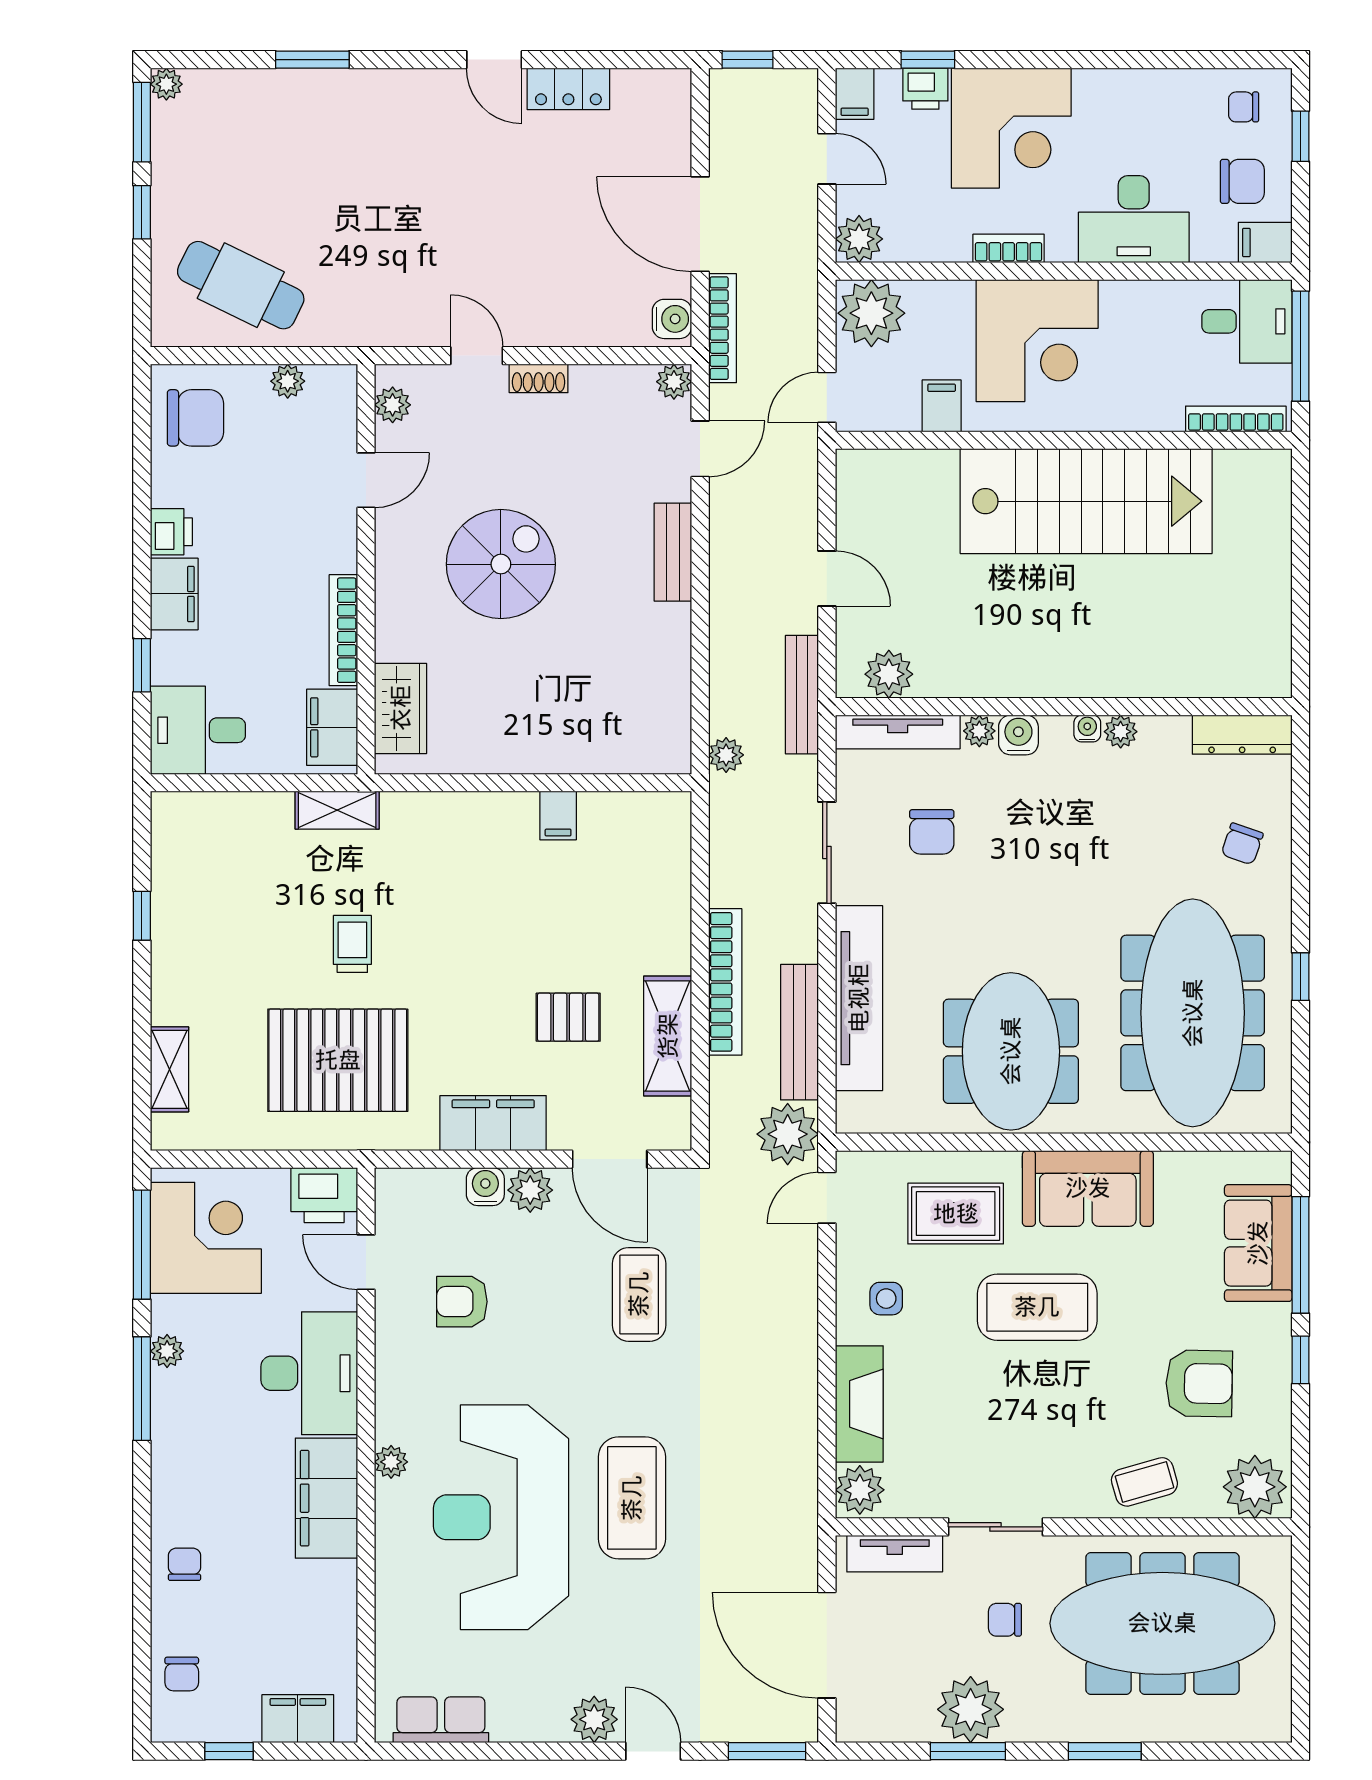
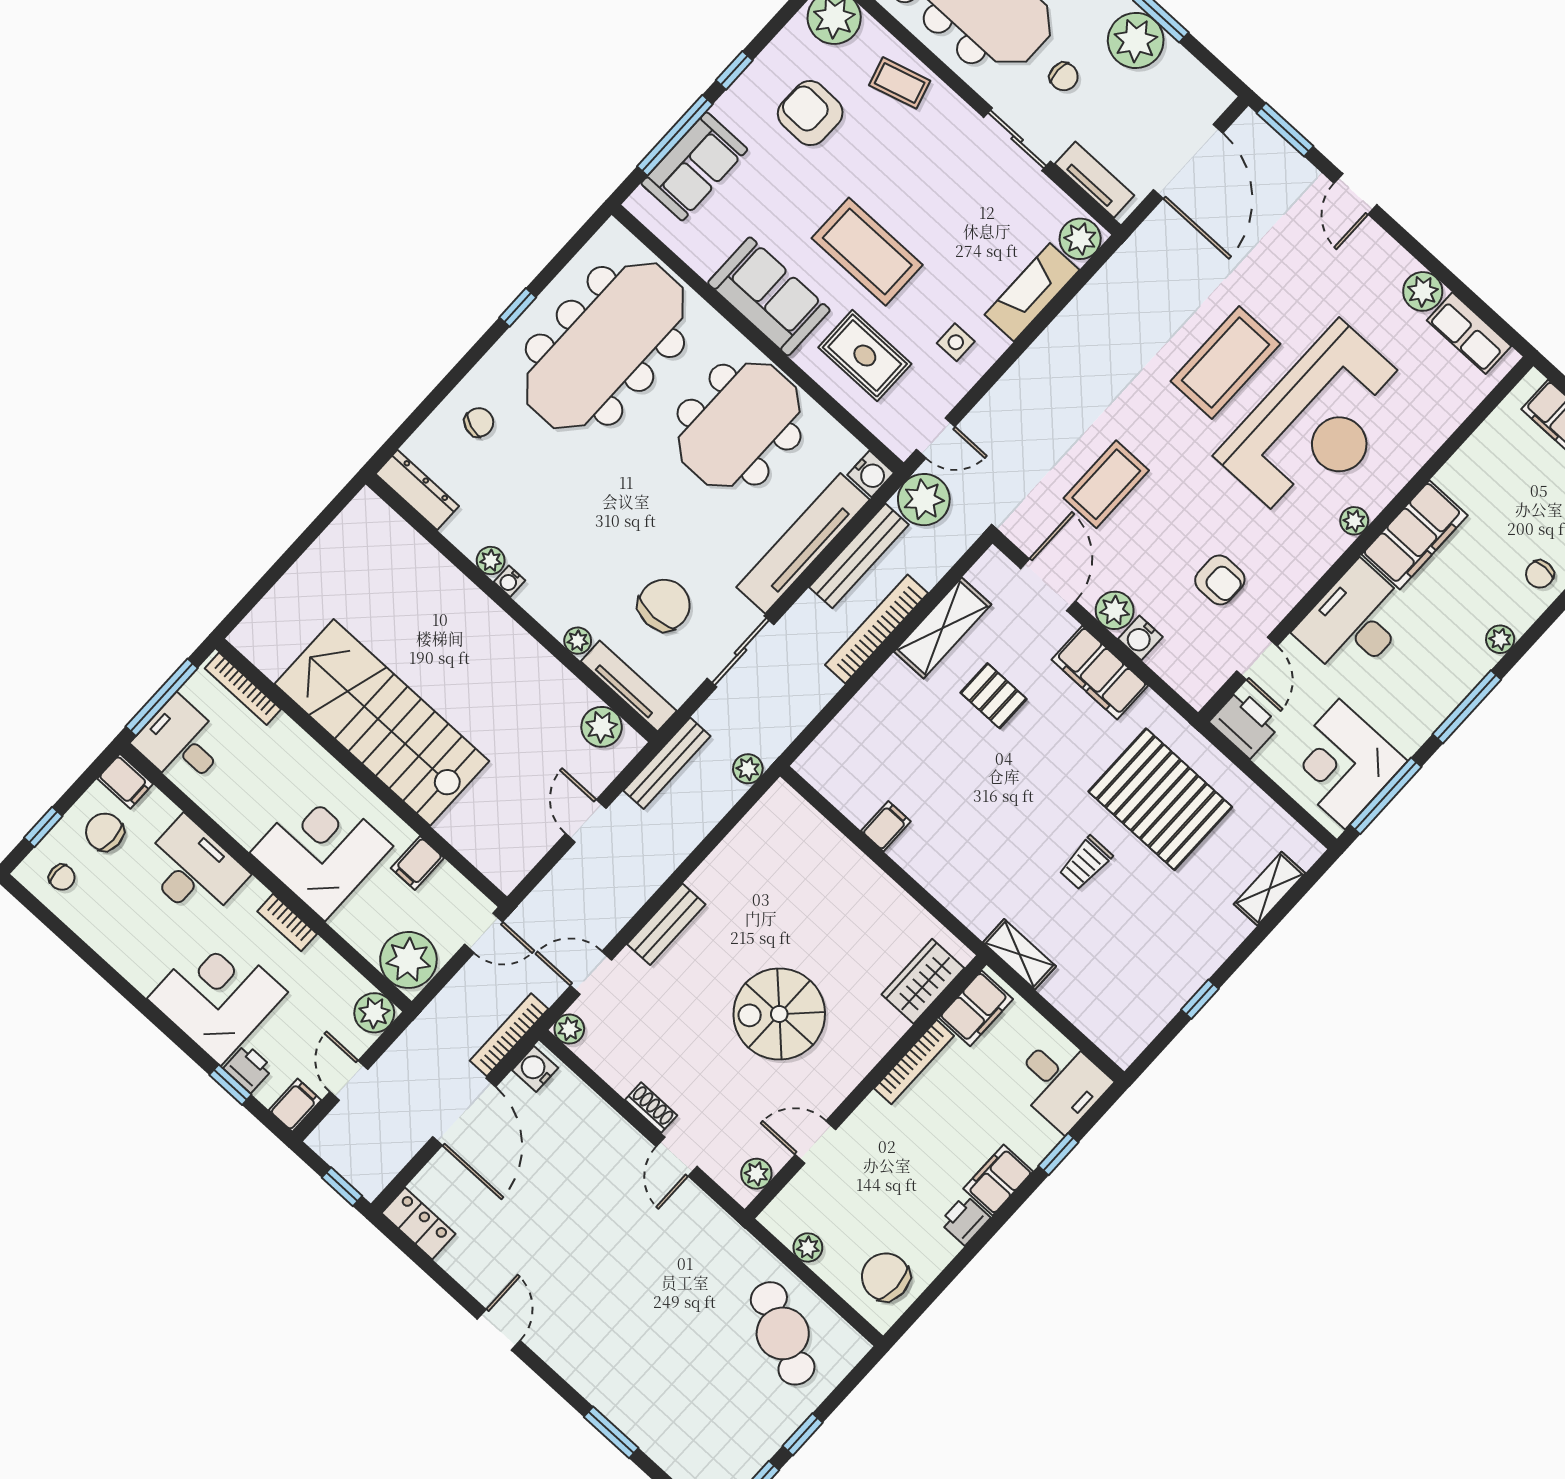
locker: (568, 89) -> (418, 1223), moved
water cooler: (1018, 735) -> (871, 474), moved, turned -90
chair: (932, 832) -> (664, 605), width x1.37, depth x1.37
plant: (167, 1351) -> (1500, 639), moved
plant: (594, 1719) -> (1423, 291), moved

